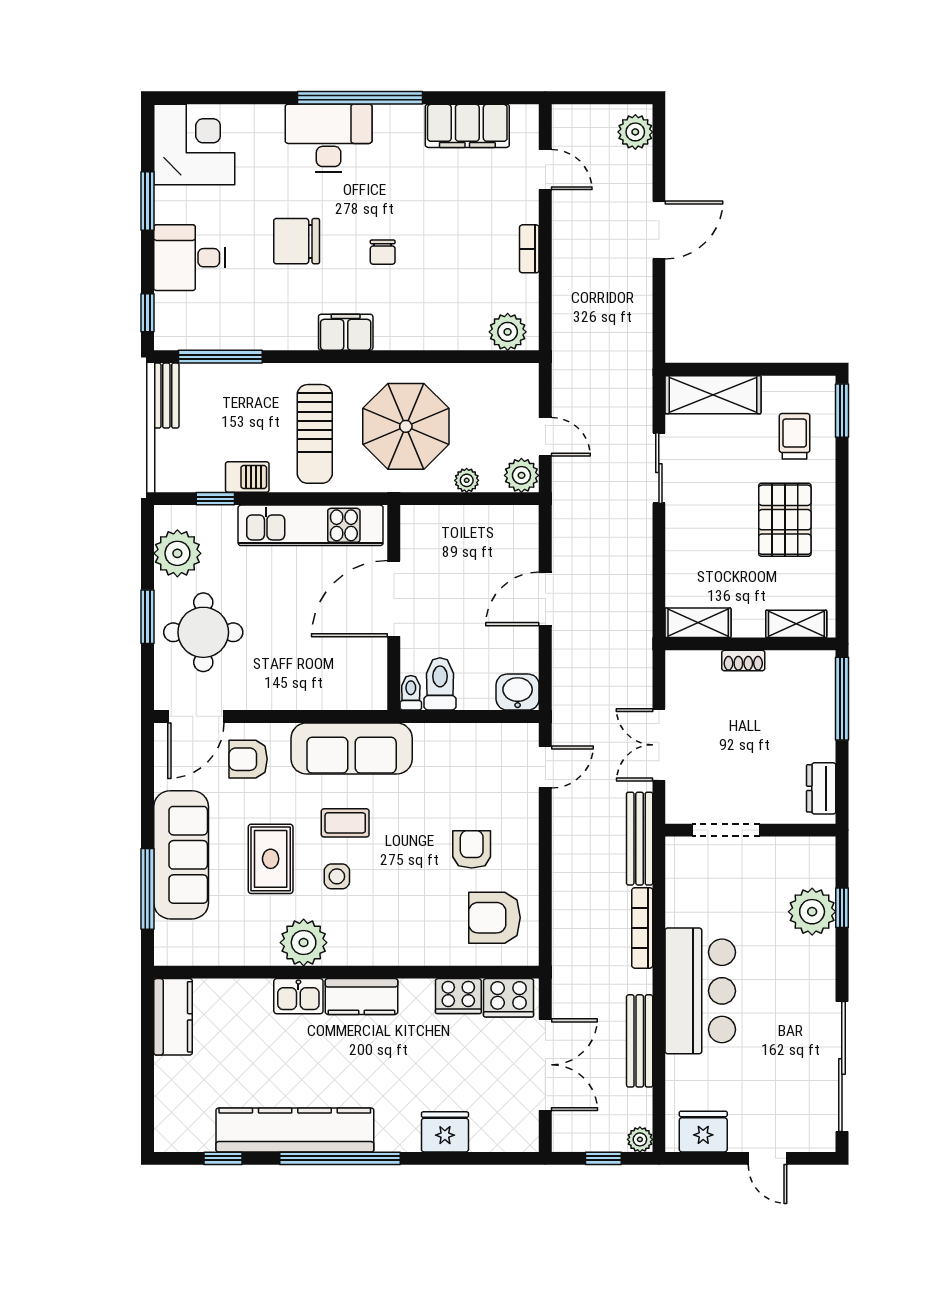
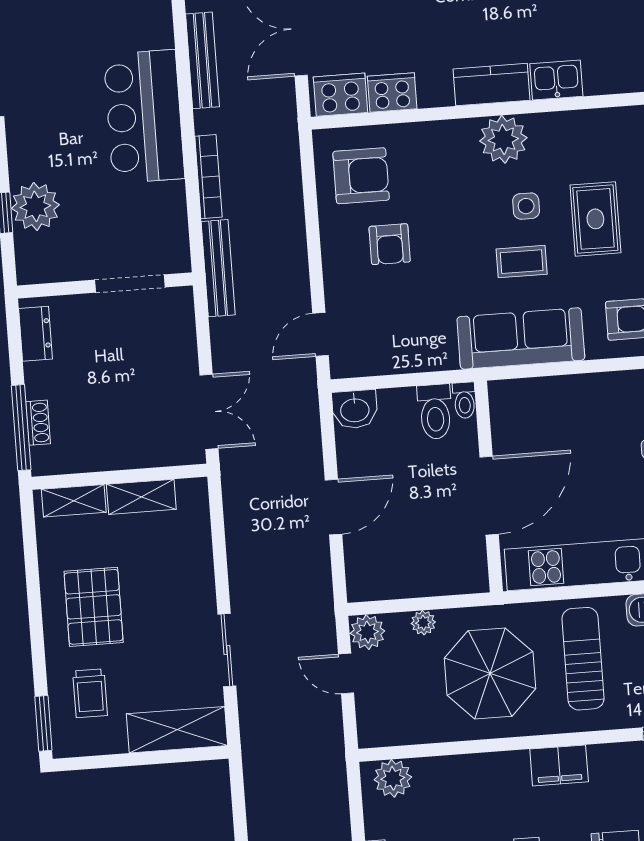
shelving: (698, 623) -> (141, 497), moved
shoe rack: (743, 661) -> (38, 423), moved, turned 90
double door: (659, 745) -> (209, 412), moved
plant: (304, 943) -> (503, 139), moved

